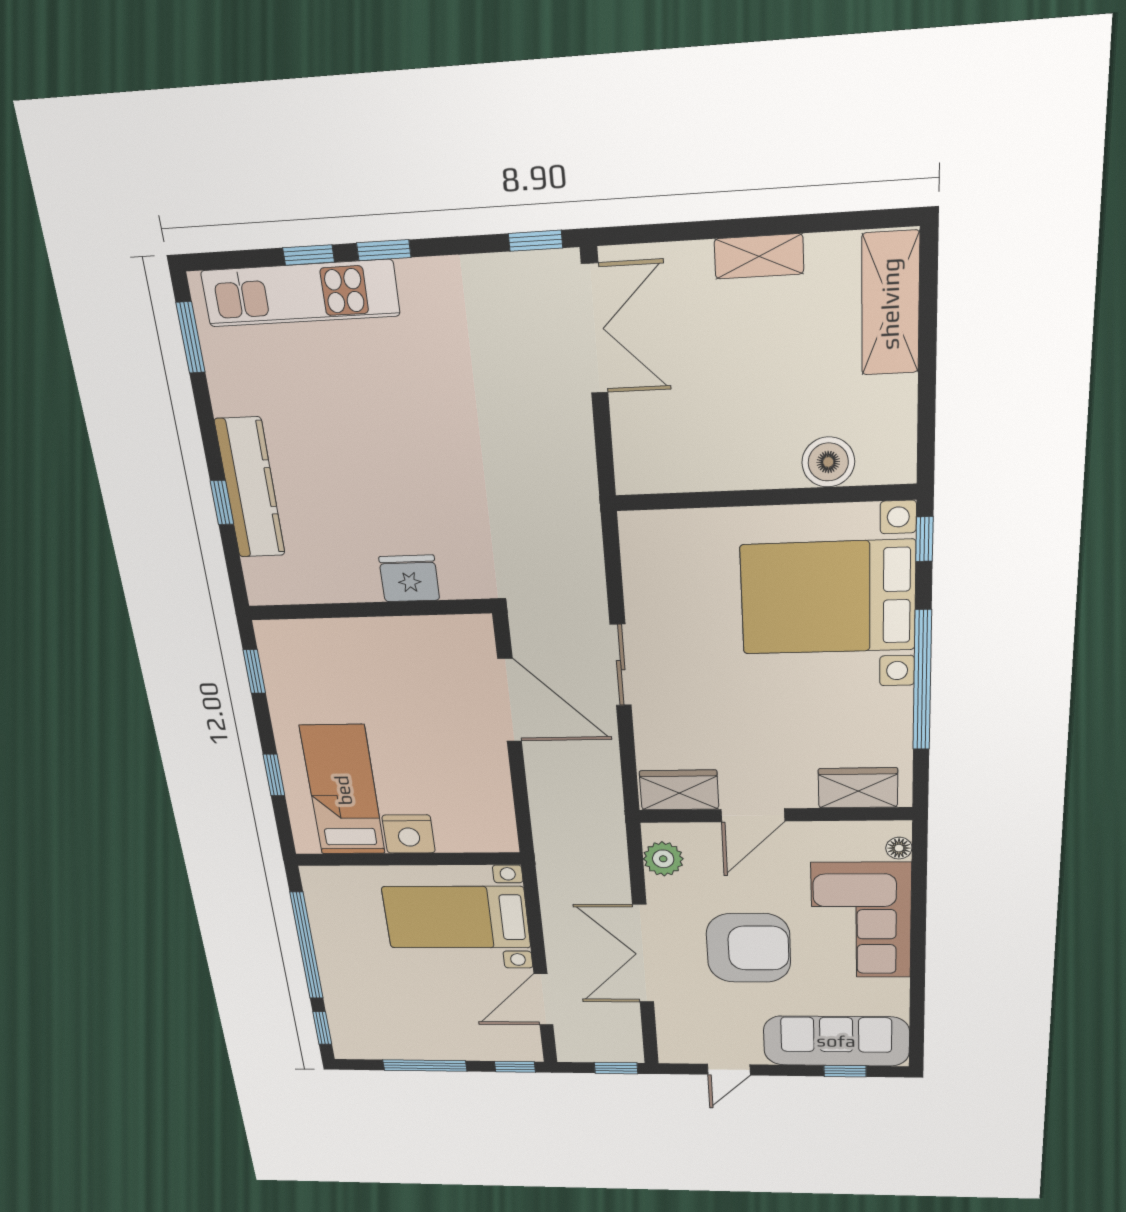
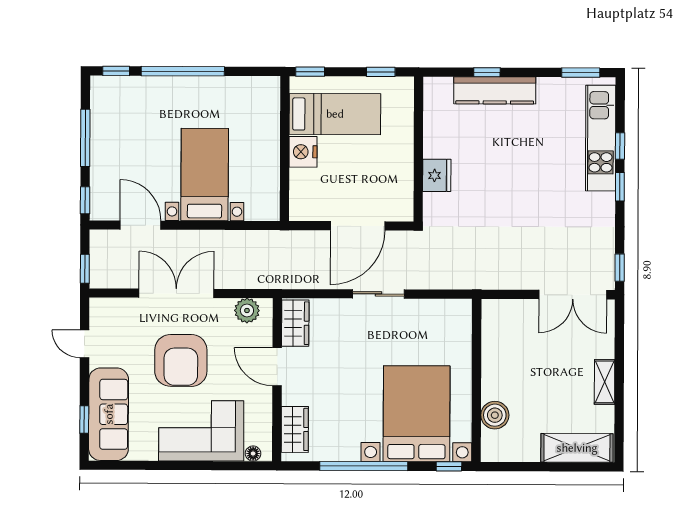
bed: (343, 790) -> (335, 114), moved
nightstand: (409, 834) -> (303, 152), moved
wall: (408, 859) -> (285, 149), moved

